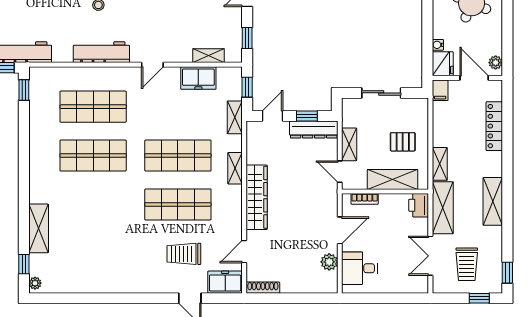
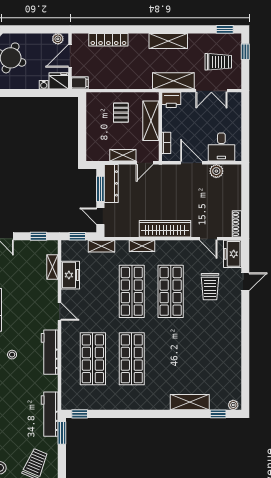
sliding door: (381, 93) -> (82, 130), removed
window: (307, 116) -> (100, 189), width x1.50
shelving: (440, 164) -> (138, 83), removed

